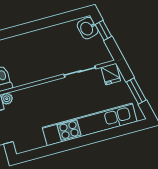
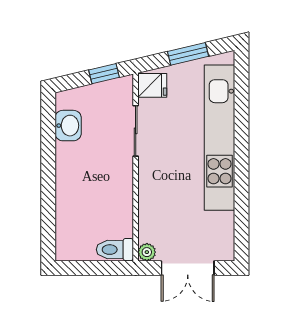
washbasin: (88, 28) -> (68, 126), moved, turned -77
window: (103, 30) -> (104, 74), moved

